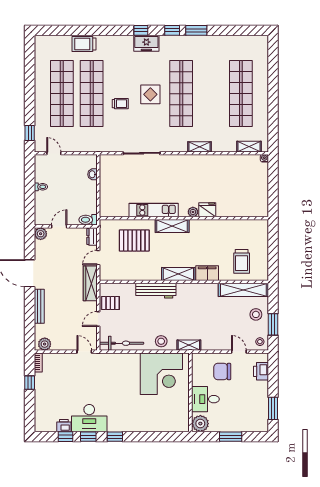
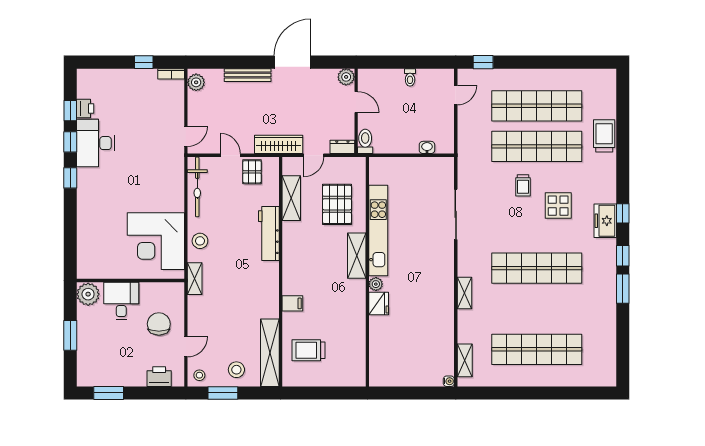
display table: (150, 94) -> (558, 206), moved
kitchen unit: (154, 210) -> (378, 231), width x1.36
door: (98, 258) -> (314, 155), swing flipped
filing cabinet: (207, 273) -> (292, 303), width x0.50
shelving: (178, 274) -> (291, 198), moved

